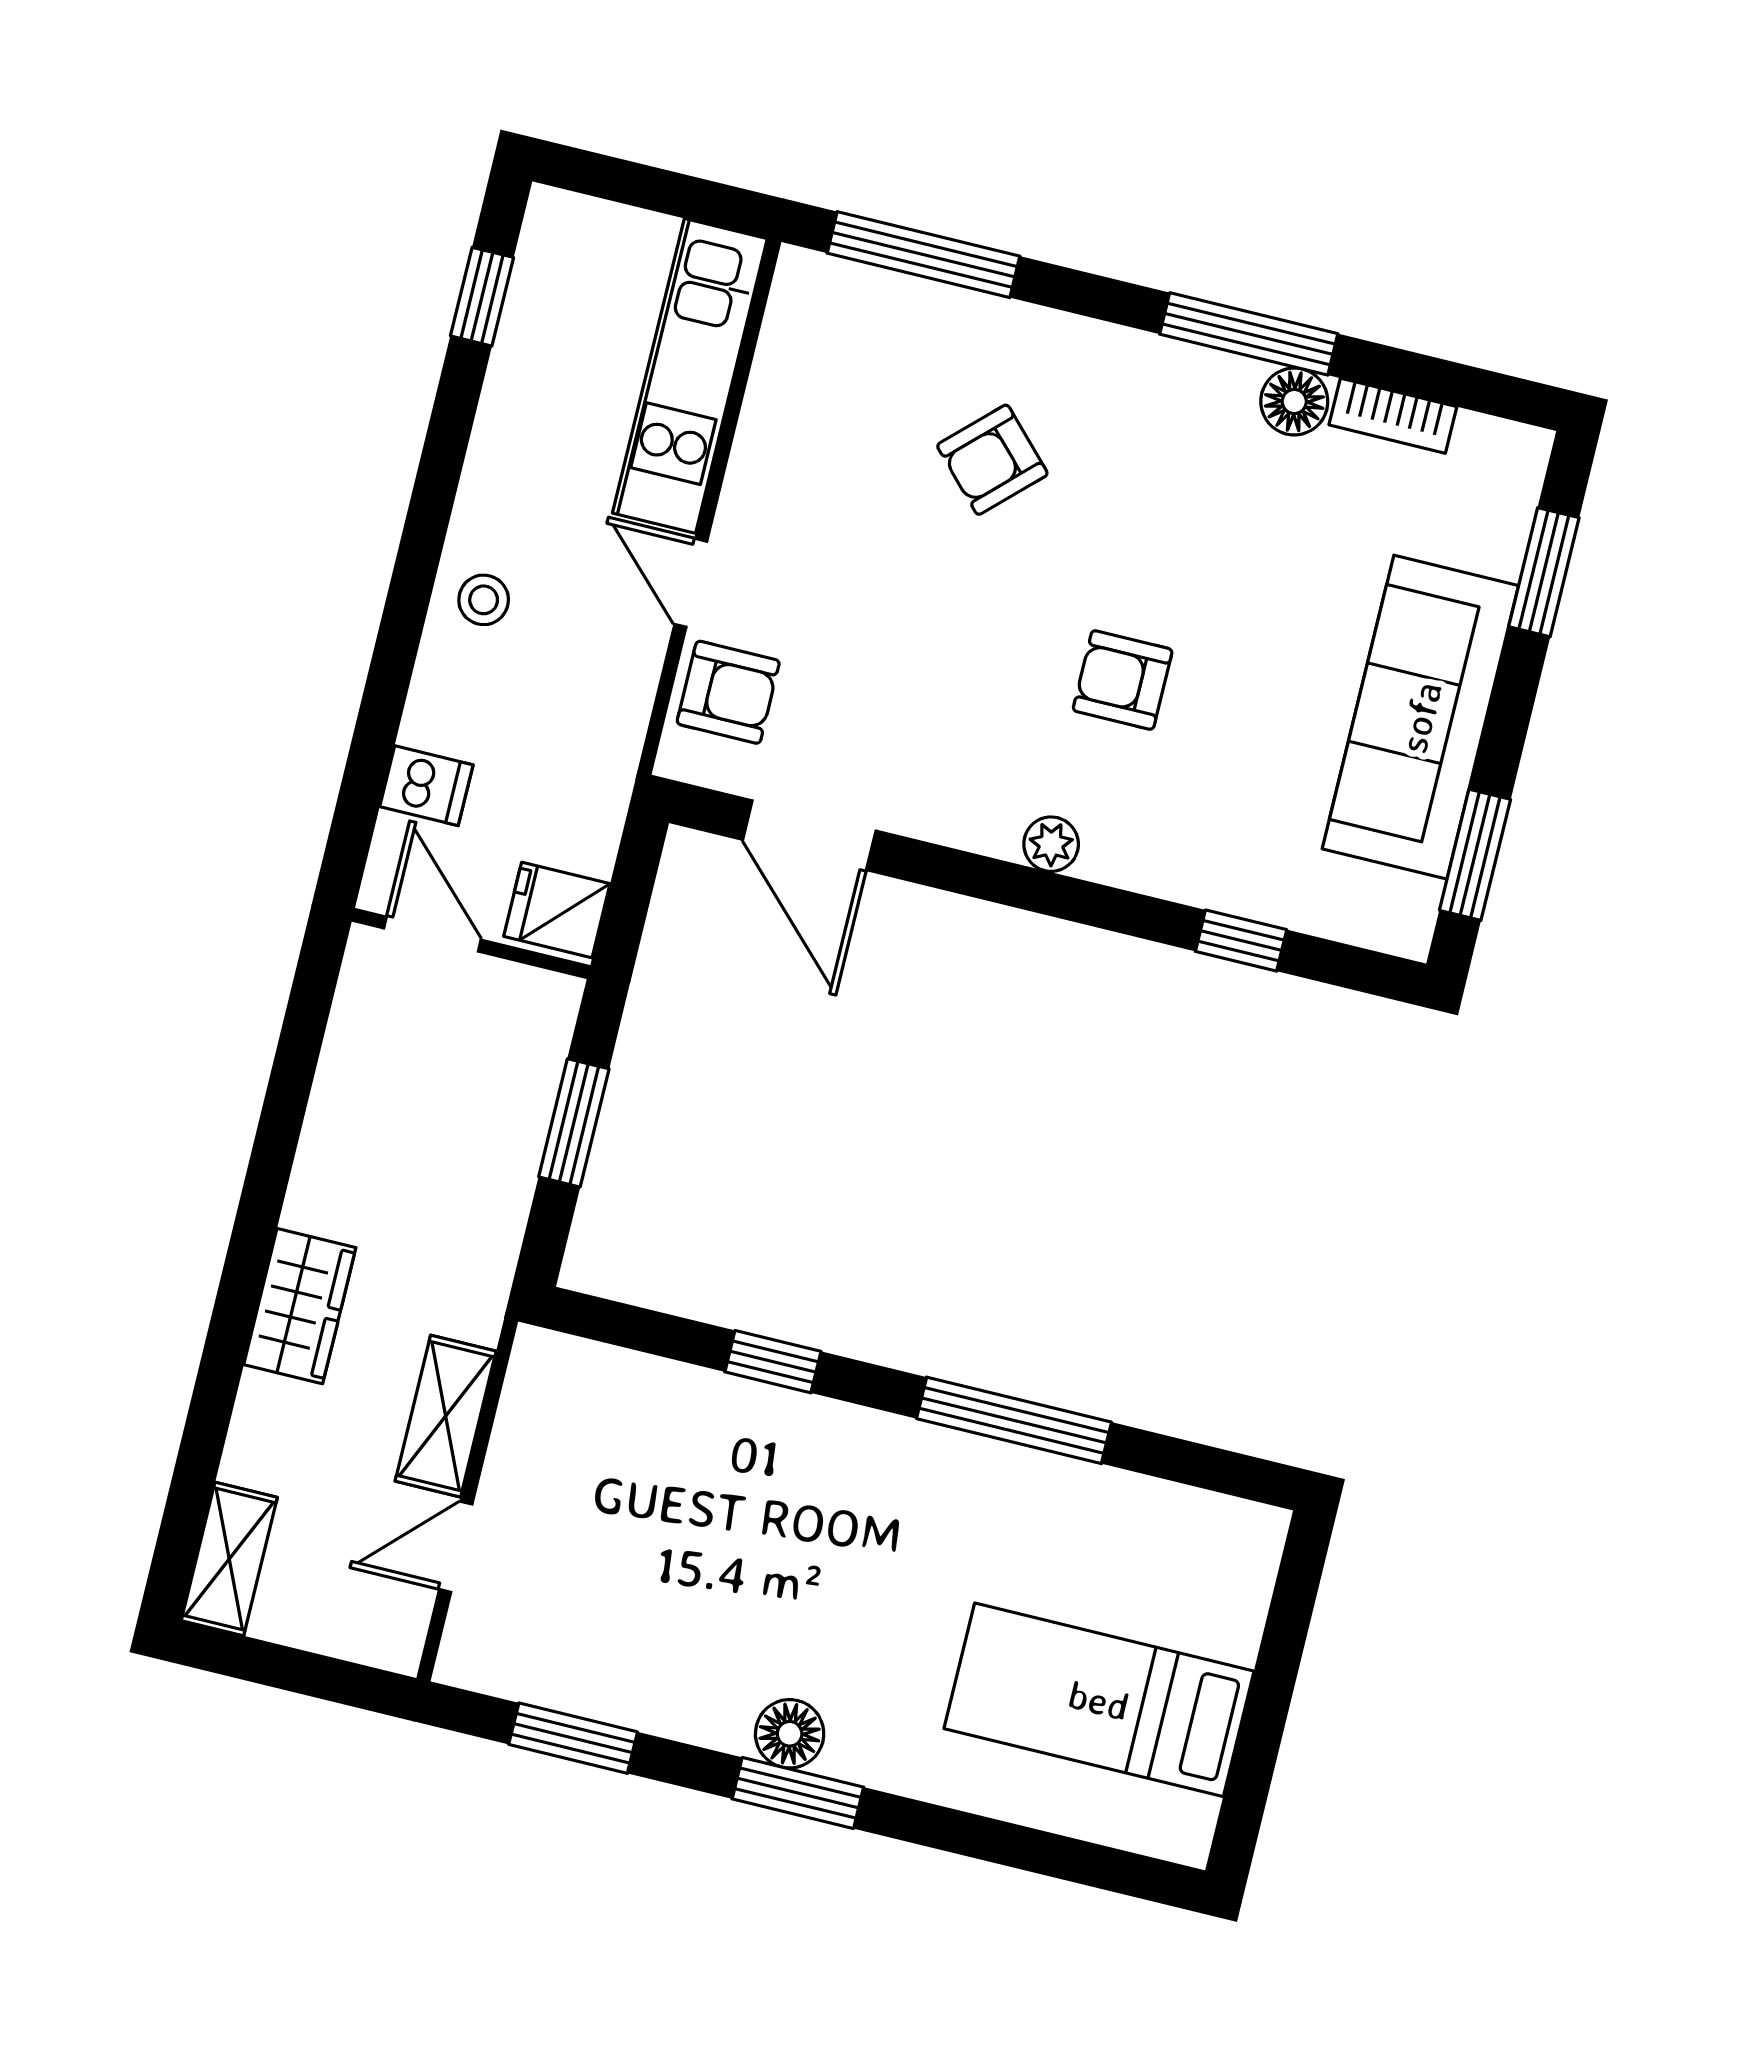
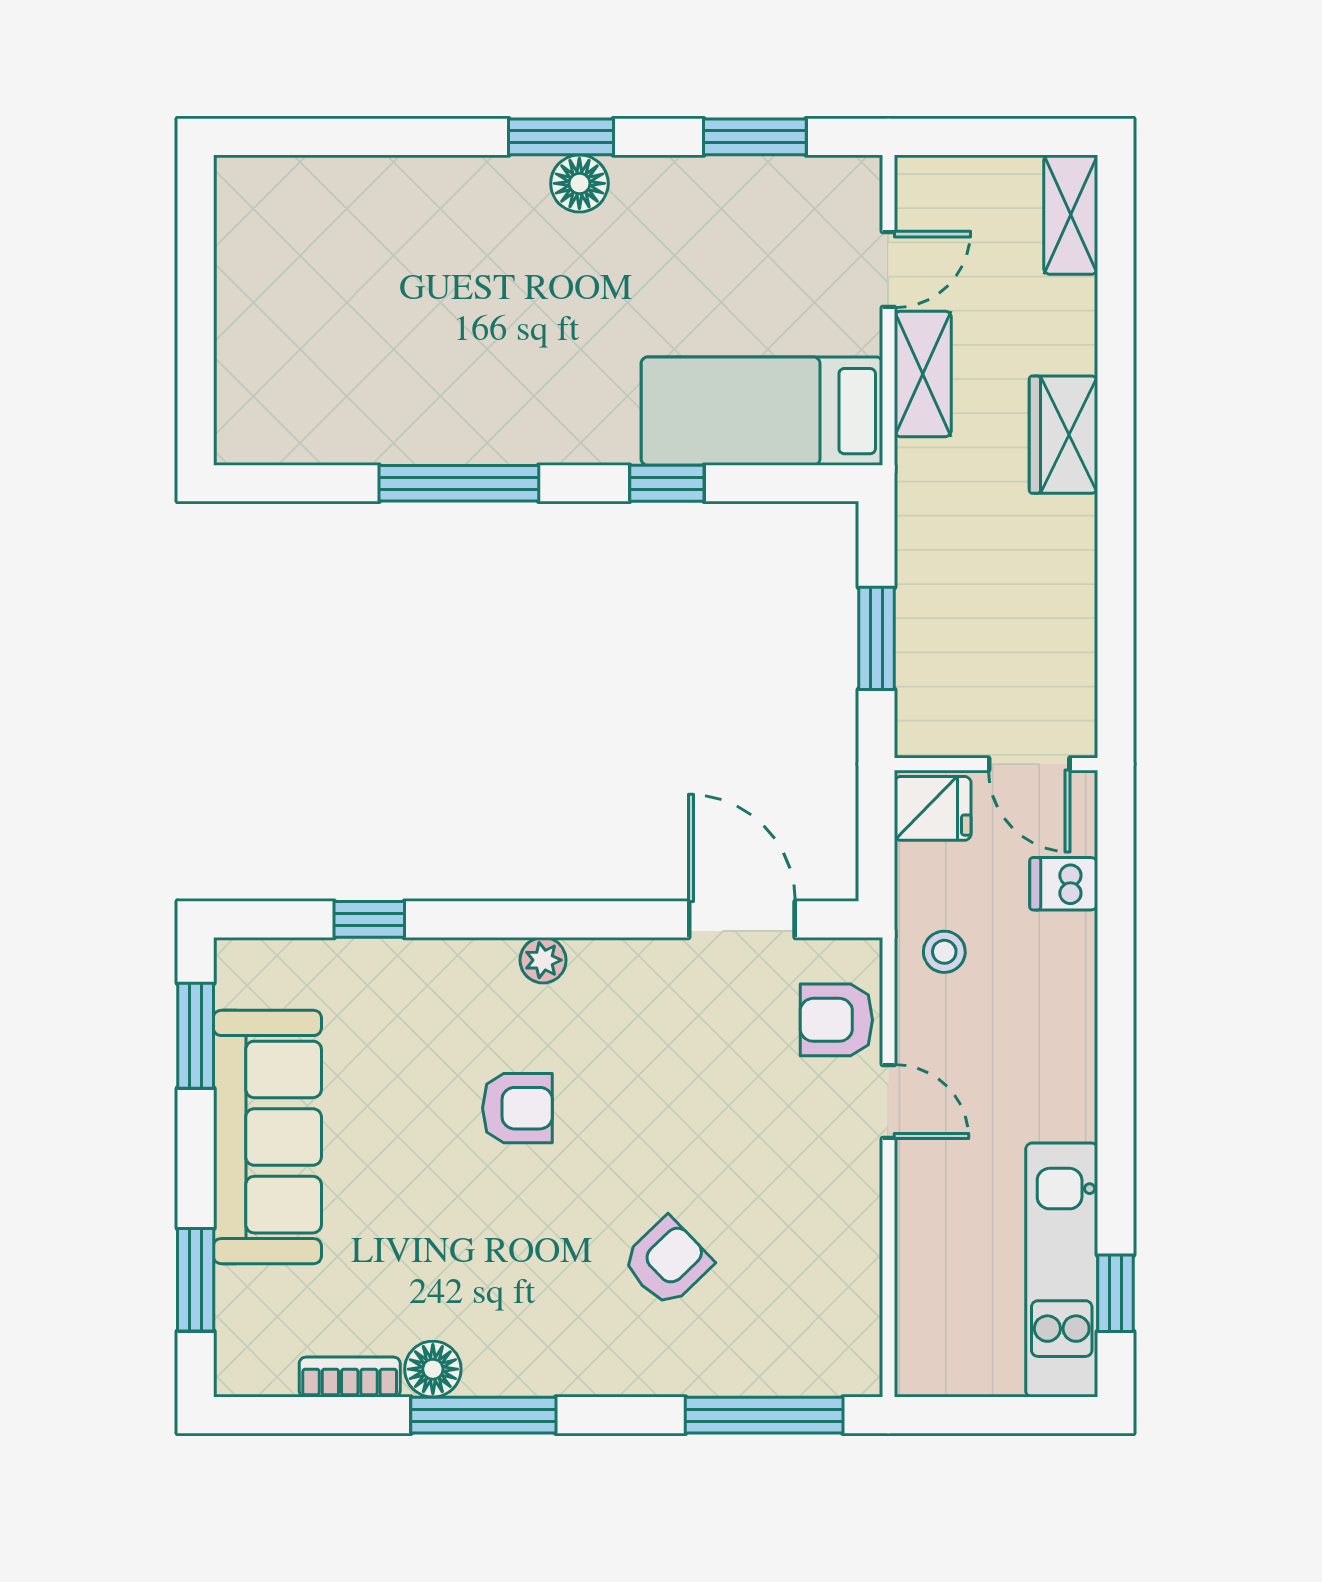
kitchen unit: (690, 376) -> (1062, 1270), moved, turned 180
stool: (484, 600) -> (944, 952), moved
bed: (1099, 1700) -> (762, 411), moved, turned 180

